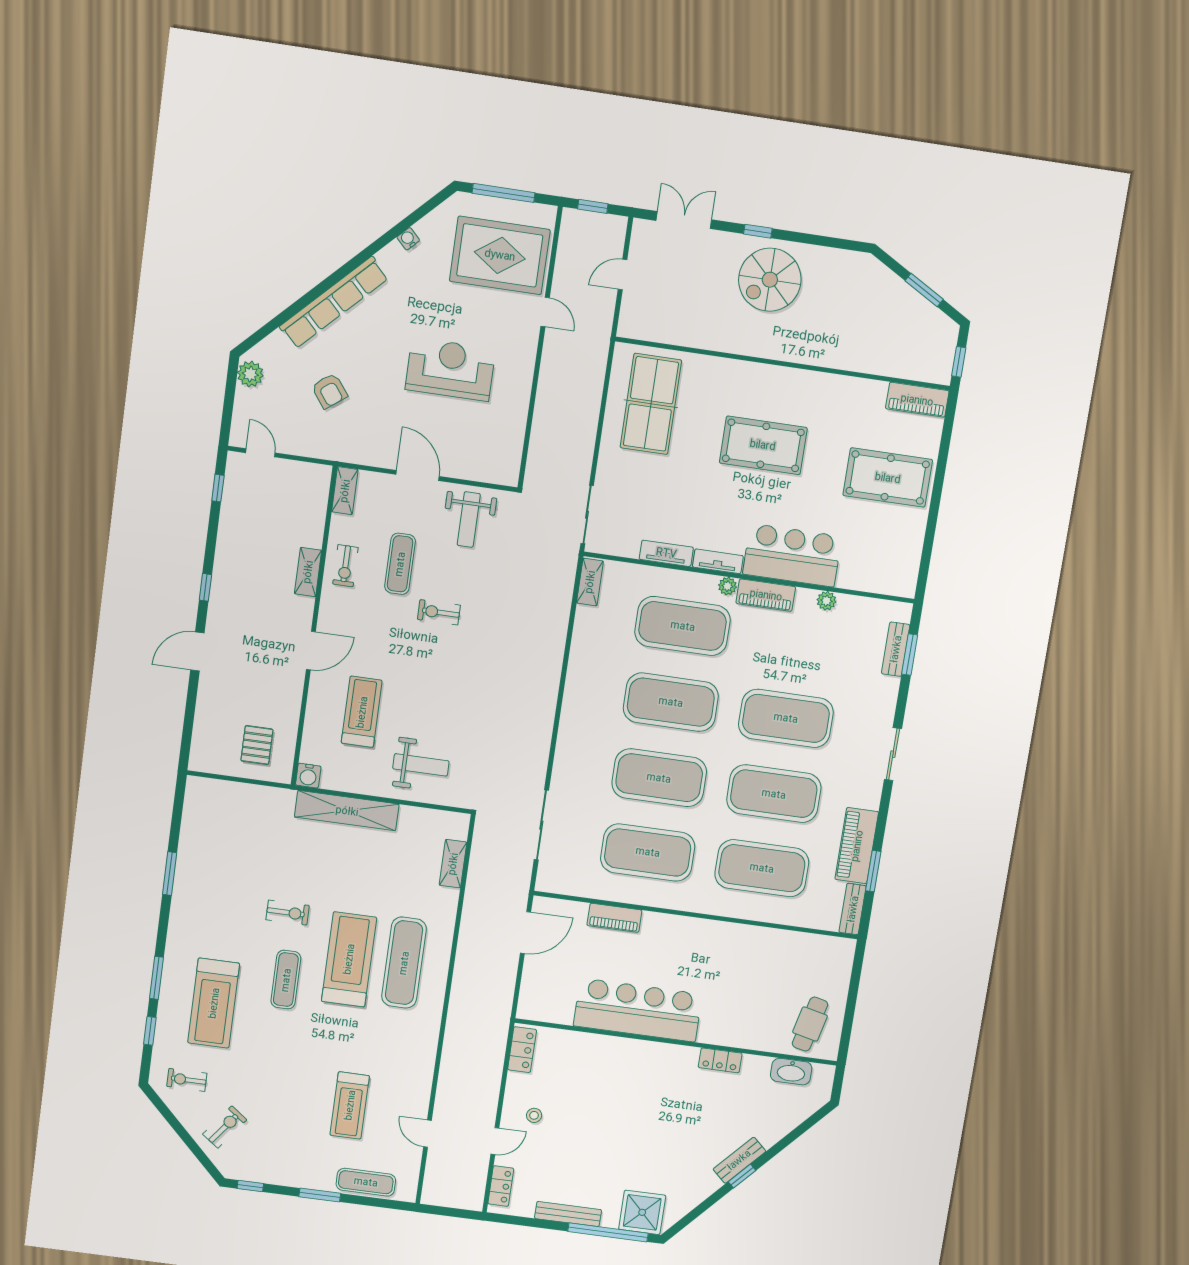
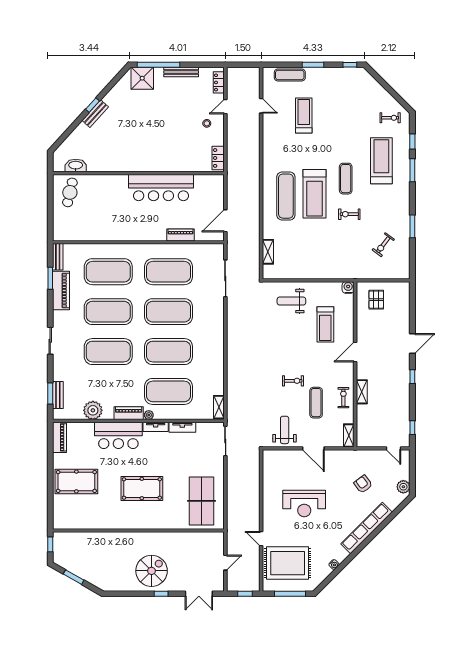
piano: (917, 400) -> (59, 437), moved, turned 90
plant: (826, 601) -> (93, 410), width x1.88, depth x1.88
shelving: (347, 811) -> (326, 272), removed
locker: (720, 1060) -> (114, 166), removed
exercise bike: (225, 1127) -> (383, 245), moved

